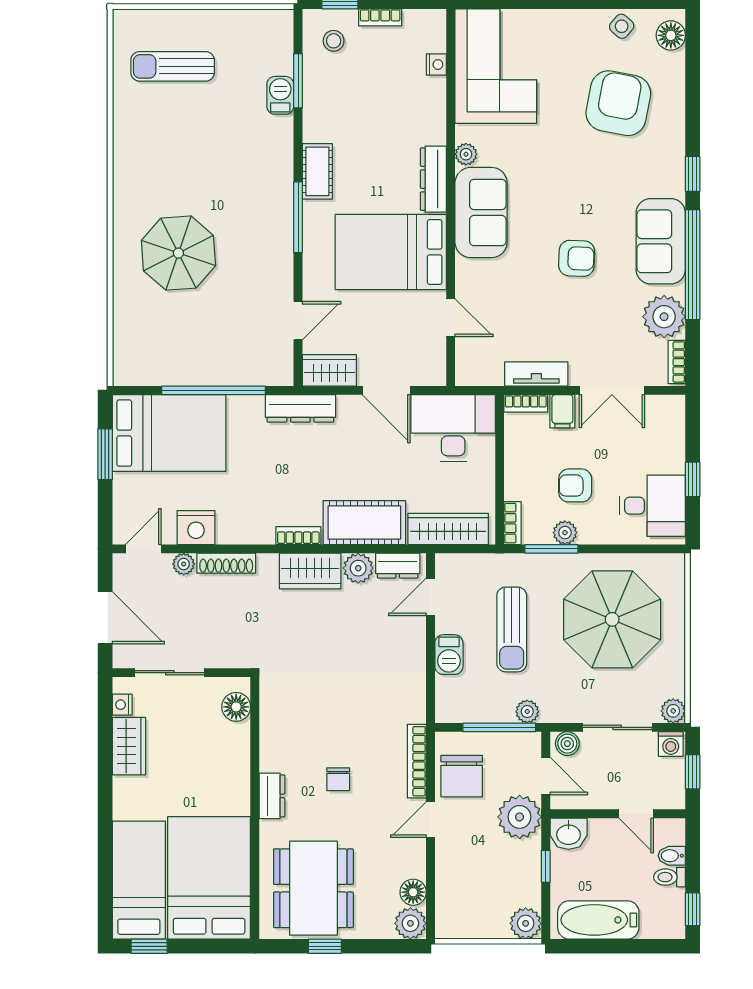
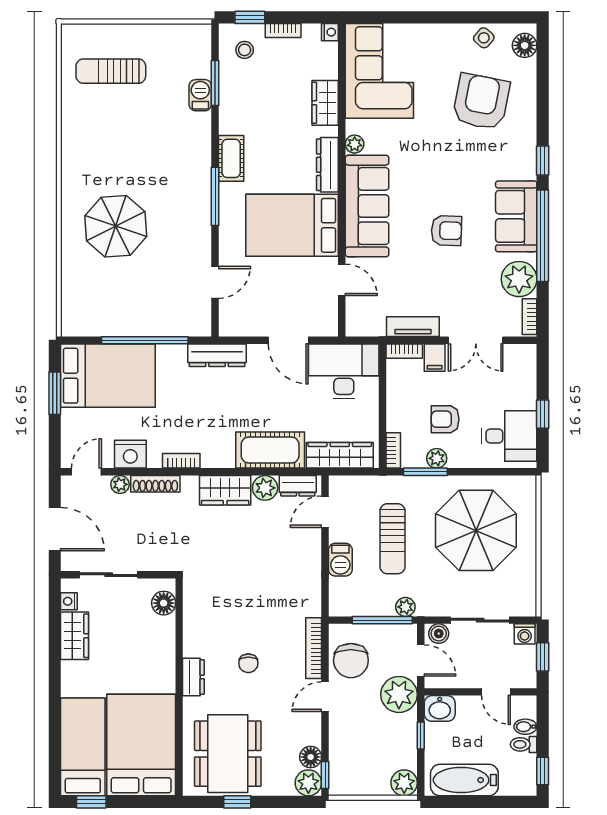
nightstand: (436, 65) -> (330, 32), moved
sofa: (481, 213) -> (367, 206), width x1.36
wardrobe: (329, 370) -> (325, 103), moved, turned -90
bookcase: (298, 536) -> (181, 461), moved
plant: (673, 711) -> (527, 606), removed
window: (431, 914) -> (325, 775), added

